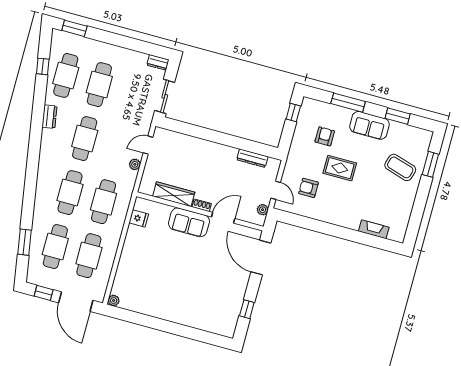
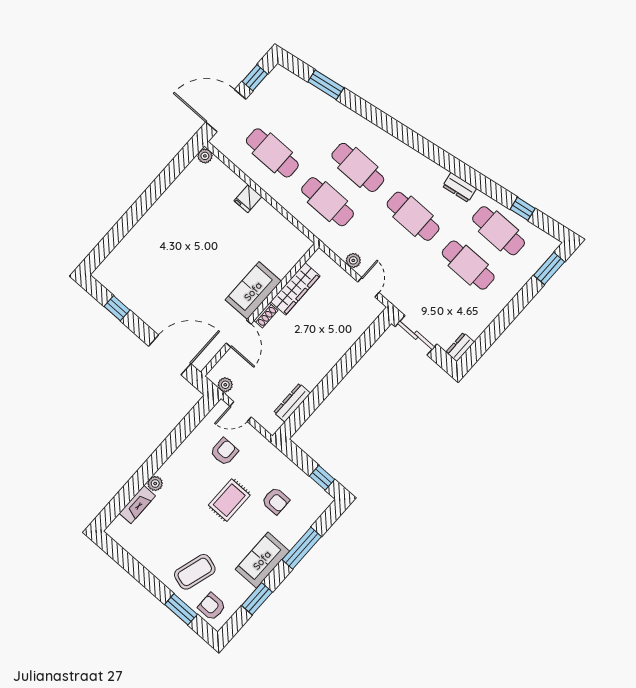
armchair: (418, 144) -> (212, 607), added
fridge: (139, 218) -> (248, 199), moved
plant: (353, 224) -> (155, 483), added
cafe table: (55, 247) -> (303, 119), removed

